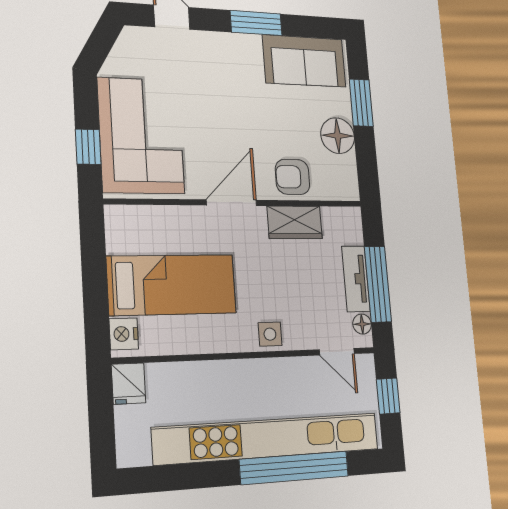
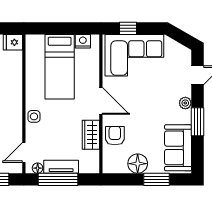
plant: (224, 43) -> (185, 103), added
nightstand: (124, 334) -> (83, 41), moved

